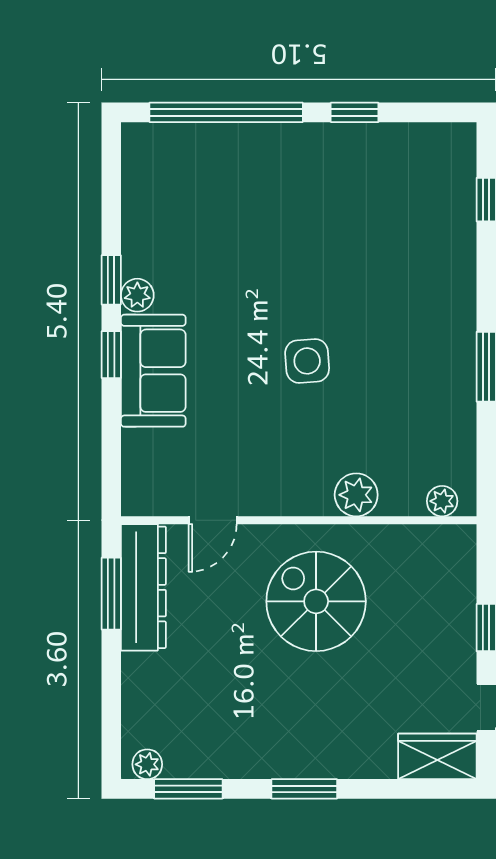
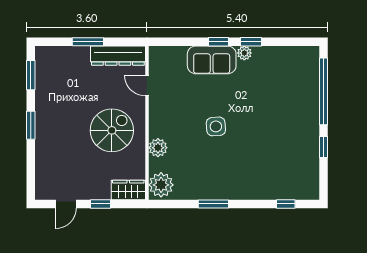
plant: (442, 501) -> (161, 185), width x1.88, depth x1.88
window: (111, 594) -> (88, 42), moved
wardrobe: (437, 756) -> (128, 190), moved, turned -90
plant: (147, 764) -> (41, 57), removed

